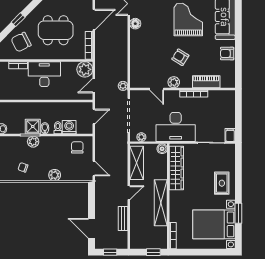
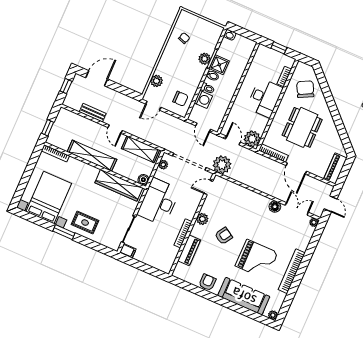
window: (18, 20) -> (328, 96), removed
plant: (123, 86) -> (222, 165), width x1.87, depth x1.87
door: (157, 89) -> (208, 187), moved
plant: (55, 175) -> (156, 81), moved
window: (238, 213) -> (64, 232), moved

